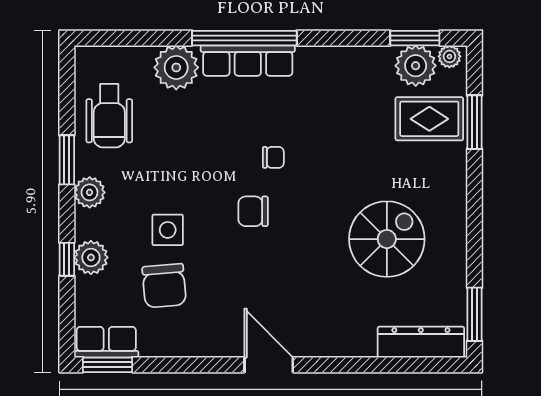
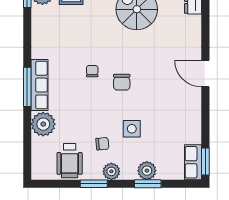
window: (244, 38) -> (27, 87), width x0.68
wheelchair: (109, 116) -> (70, 161), turned 90
window: (67, 259) -> (148, 184), width x1.50
chair: (164, 286) -> (102, 144), moved, width x0.54, depth x0.54
door: (269, 365) -> (205, 74), hinge flipped

